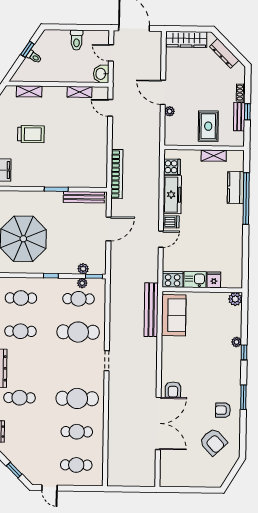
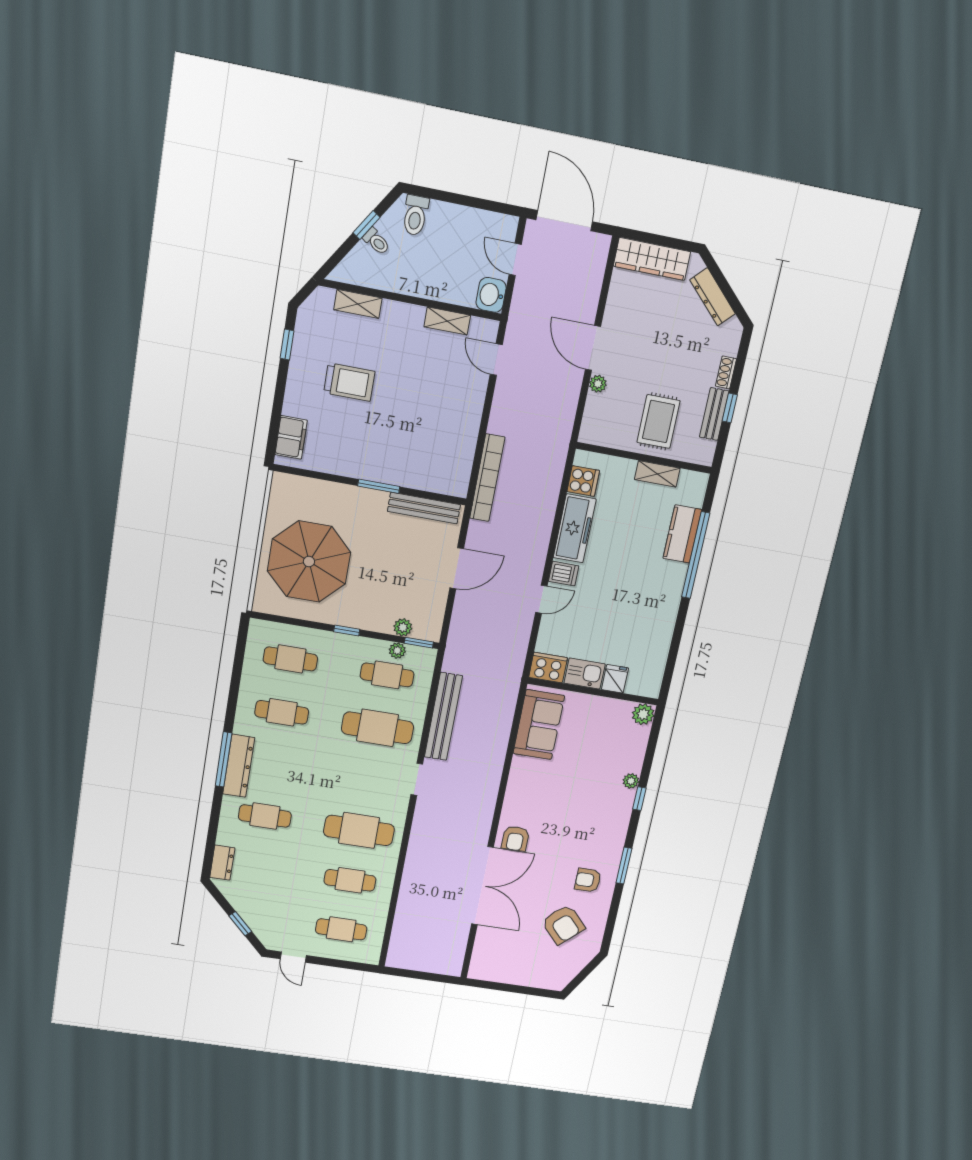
toilet: (77, 40) -> (415, 215), moved
bench: (151, 310) -> (443, 716), moved

